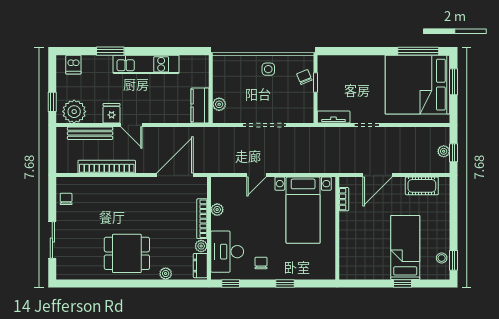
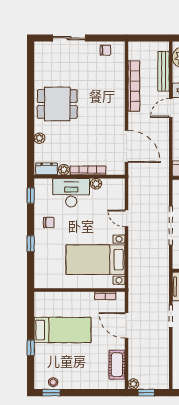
plant: (444, 151) -> (133, 384), moved
bed: (405, 247) -> (62, 330), moved
desk: (227, 252) -> (71, 193), moved
dining table: (127, 253) -> (57, 104), turned 90

